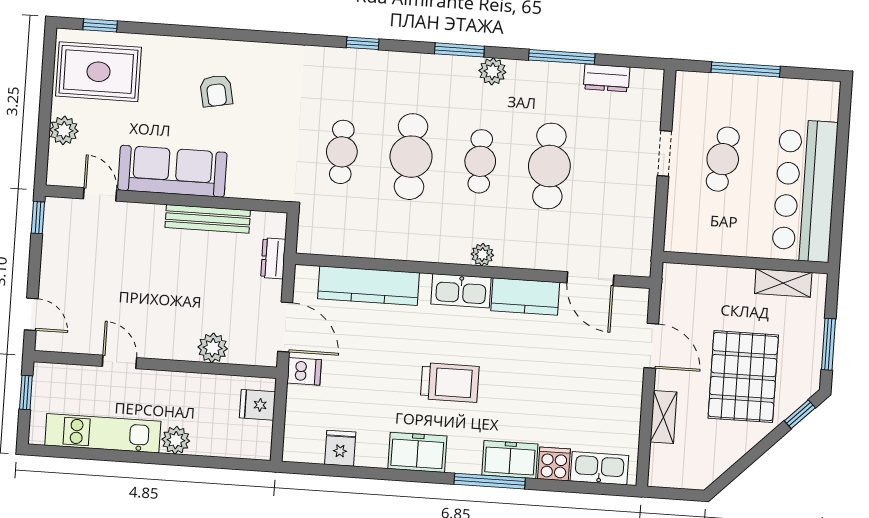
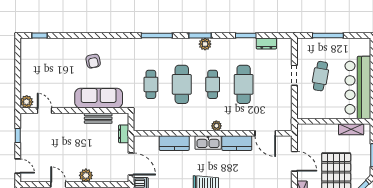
window: (363, 43) -> (157, 35), width x2.17
window: (562, 57) -> (246, 35), width x0.69
plant: (492, 71) -> (205, 44), moved
rug: (98, 72) -> (40, 56), removed
plant: (64, 130) -> (27, 102), moved
sofa: (172, 171) -> (99, 98), moved
window: (38, 218) -> (18, 135), moved
bench: (208, 219) -> (98, 118), width x0.73
kitchen counter: (368, 286) -> (174, 143), width x0.67
plant: (213, 348) -> (86, 175), moved

